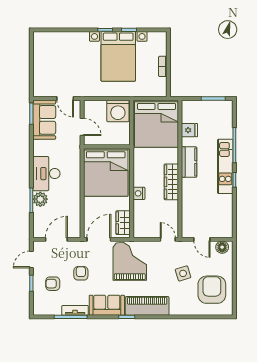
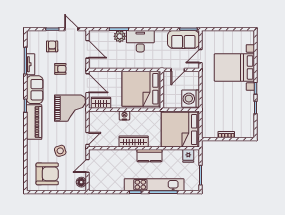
bed with nightstands: (118, 56) -> (234, 67), moved
fridge: (189, 130) -> (188, 156), moved
kitchen unit: (225, 166) -> (154, 185), width x1.36

